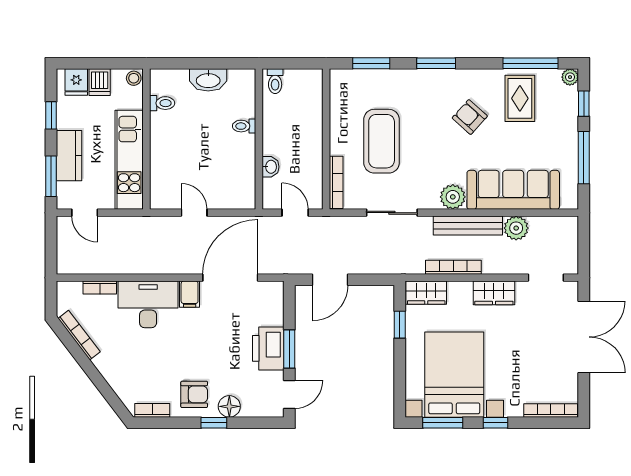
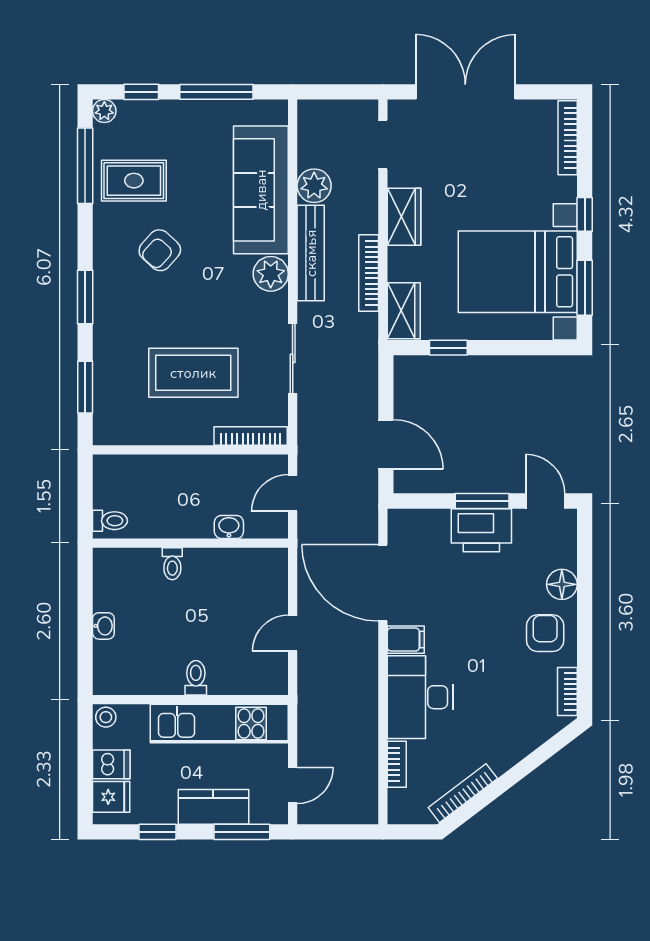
washbasin: (208, 80) -> (103, 626), width x0.52, depth x0.69
toilet: (162, 103) -> (196, 678), moved
window: (214, 423) -> (585, 606), removed

